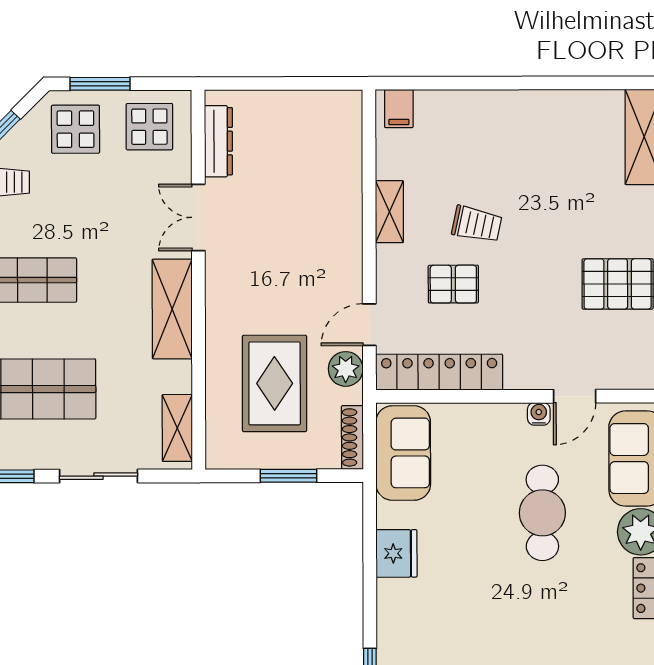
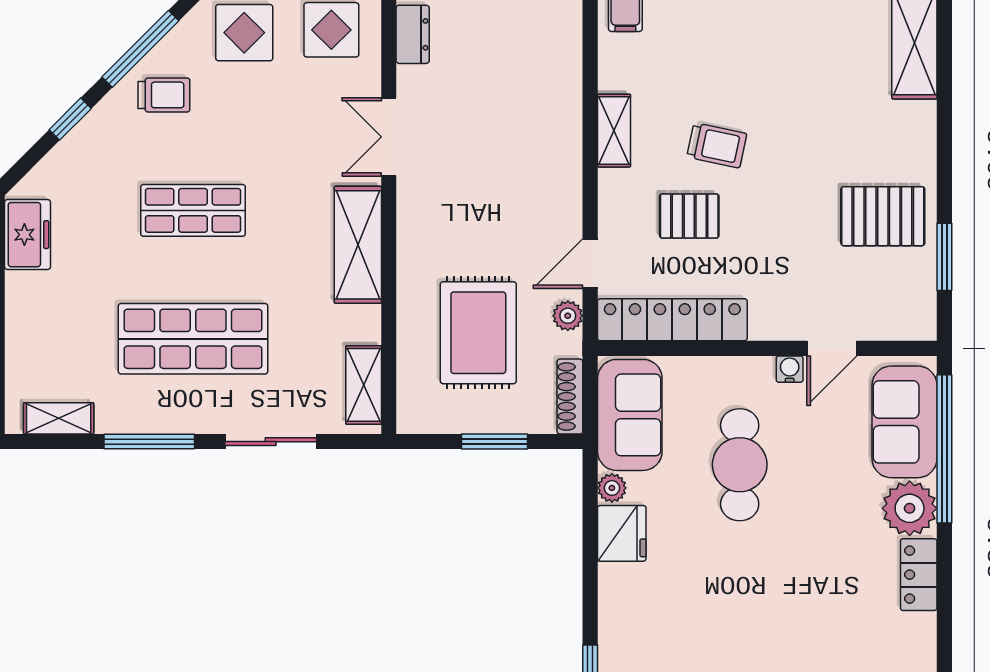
dresser: (218, 141) -> (413, 34), width x0.70
plant: (346, 369) -> (568, 316), width x0.73, depth x0.73
cafe table: (542, 513) -> (740, 465), moved
plant: (388, 515) -> (612, 488), added

